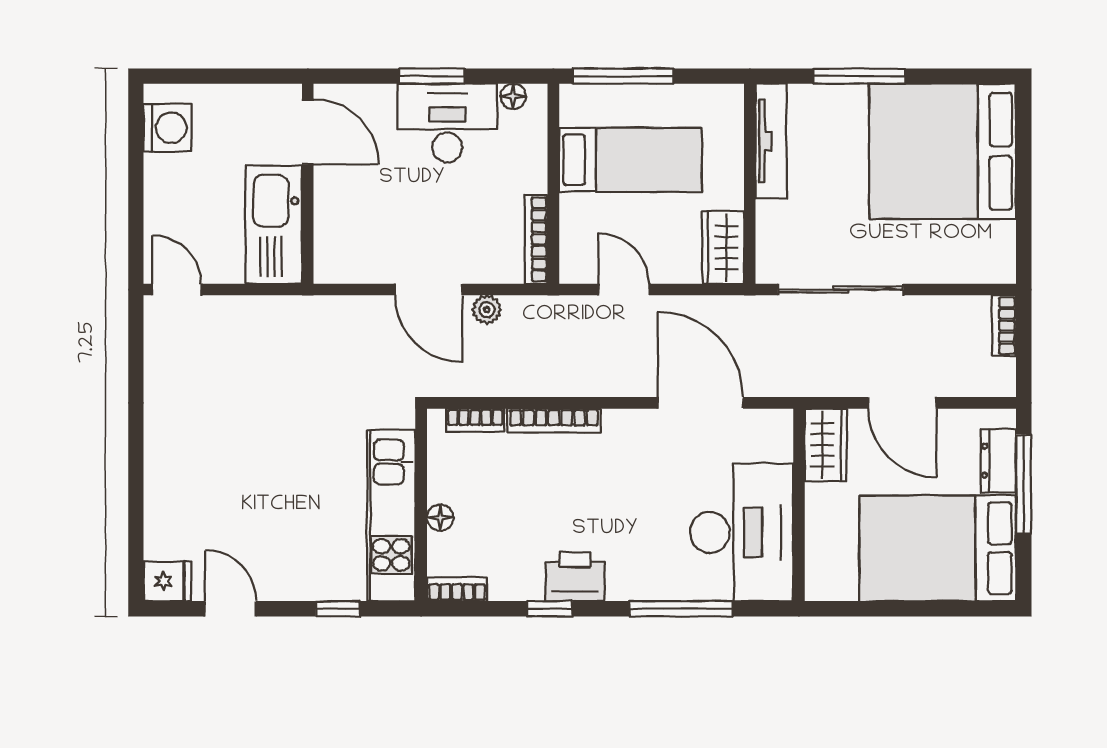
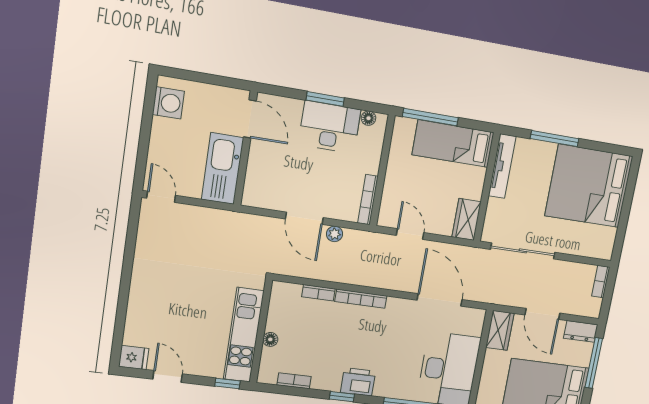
bed: (630, 160) -> (453, 144), moved, turned 180
dresser: (998, 461) -> (581, 331), moved, turned -90
wall: (421, 505) -> (261, 331), moved
kitchen unit: (391, 515) -> (244, 335), moved
floor lamp: (440, 518) -> (270, 339), moved

